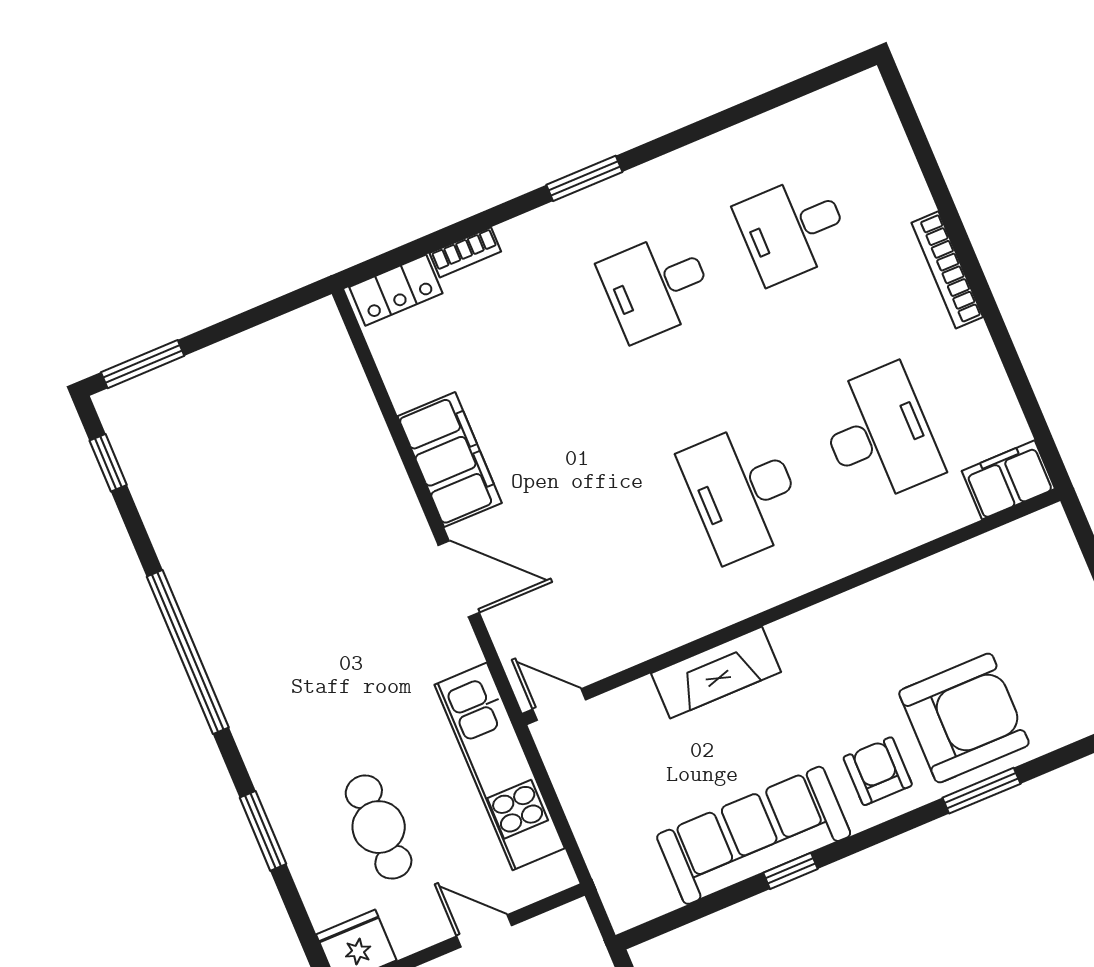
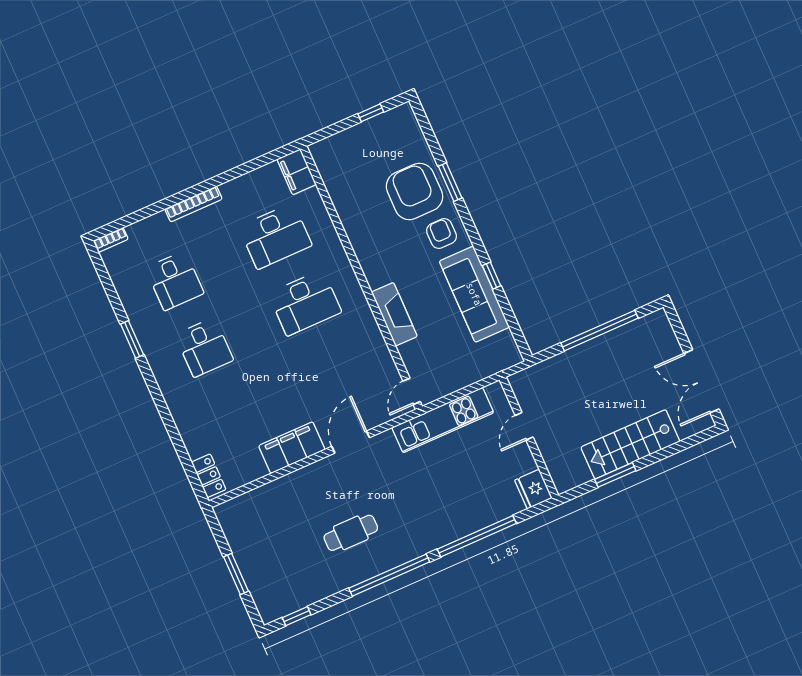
window: (584, 178) -> (132, 339), moved
bookcase: (465, 252) -> (111, 240), moved, turned 90
window: (143, 364) -> (236, 574), moved
desk: (879, 434) -> (275, 236), turned 180
armchair: (878, 771) -> (442, 234), turned 90
cafe table: (379, 827) -> (351, 533), moved
window: (263, 831) -> (477, 536), width x2.11

